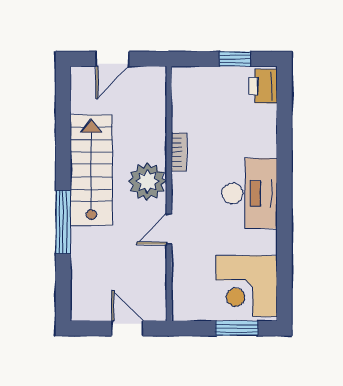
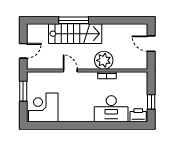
stairs: (91, 170) -> (75, 34), moved
plant: (147, 181) -> (104, 60), moved
desk: (250, 193) -> (111, 109), moved
window: (237, 328) -> (23, 91), moved

